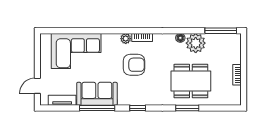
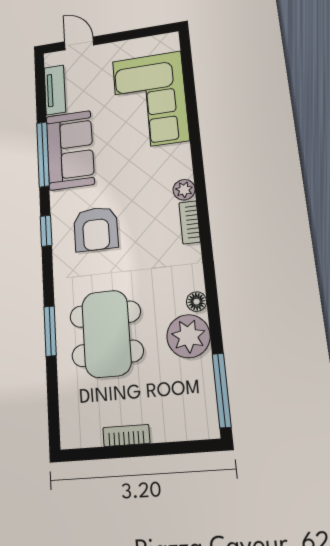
armchair: (134, 65) -> (96, 229), moved

